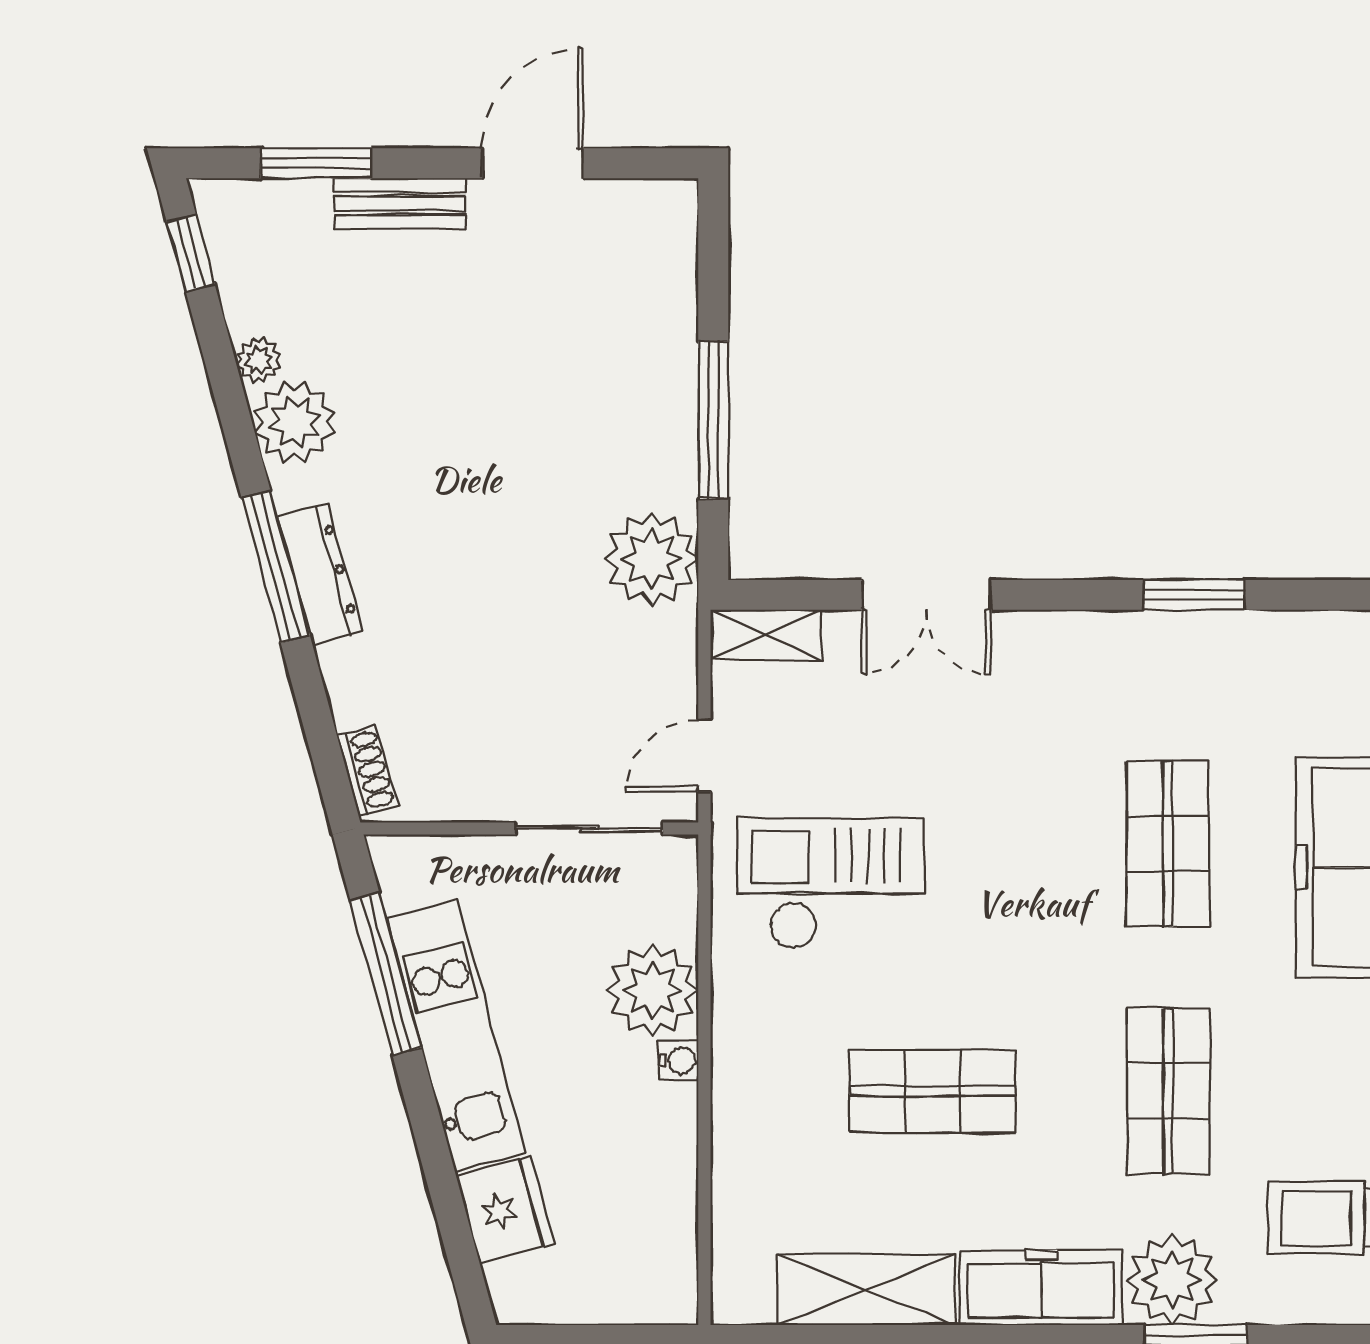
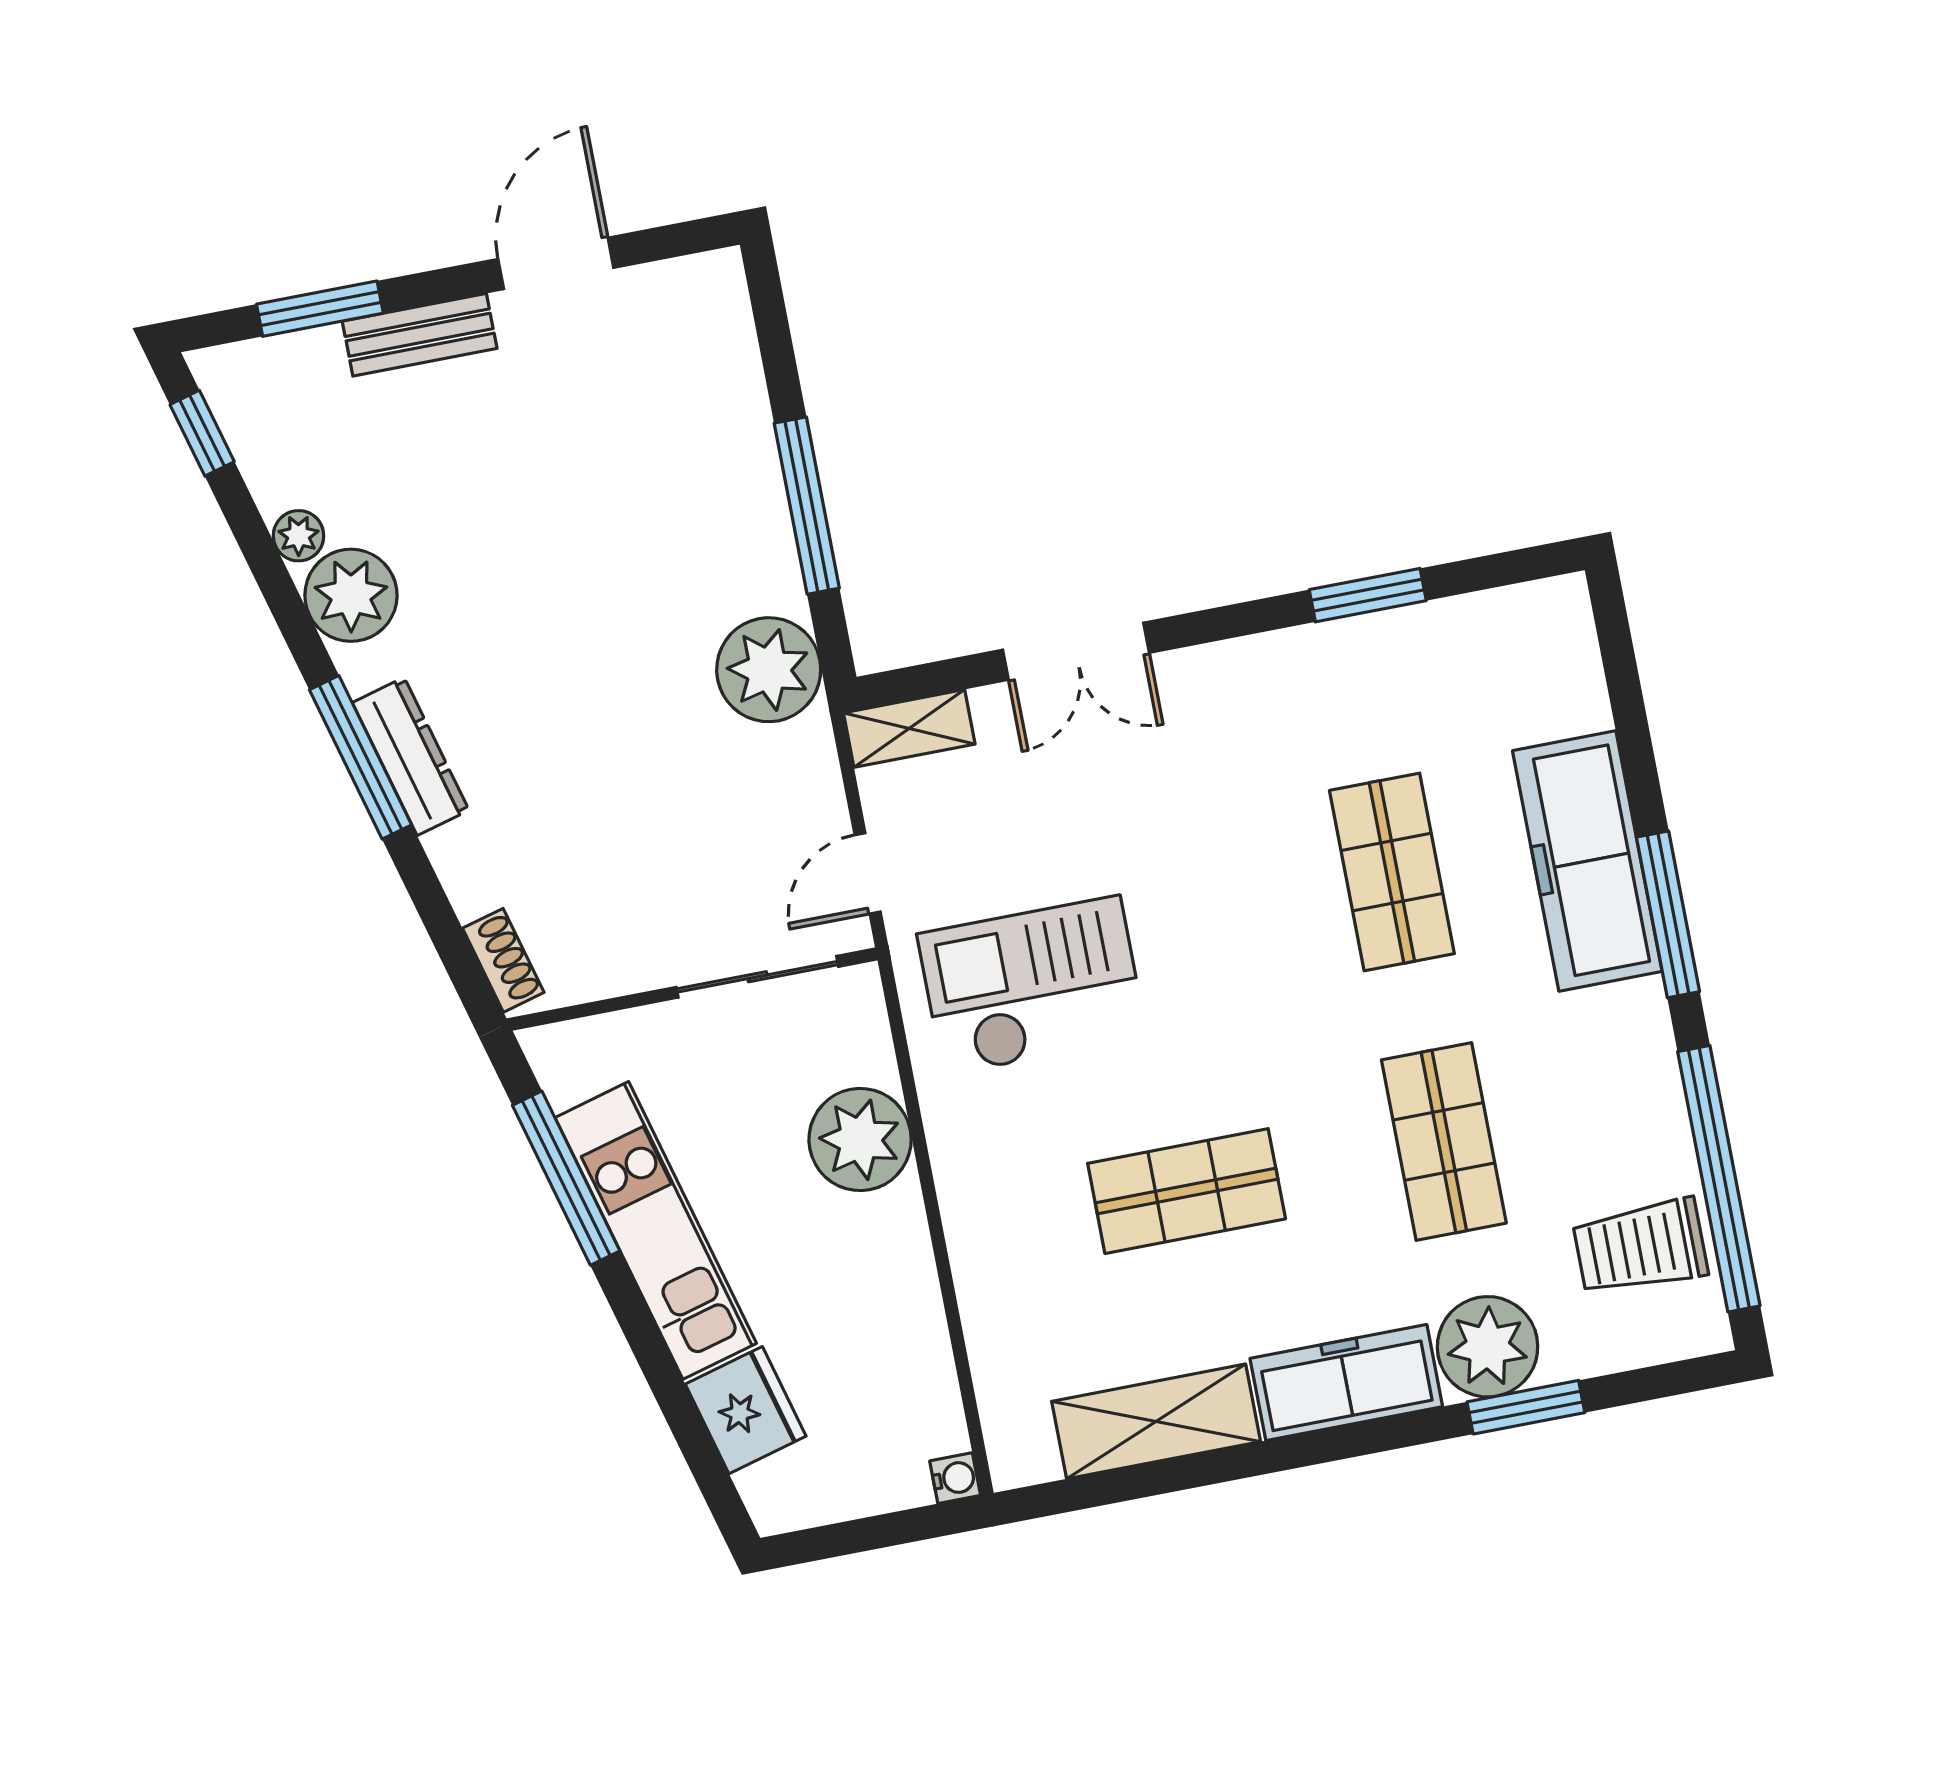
water cooler: (679, 1060) -> (955, 1478), moved

